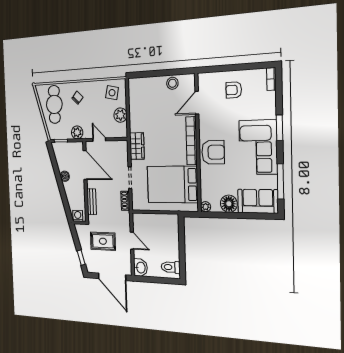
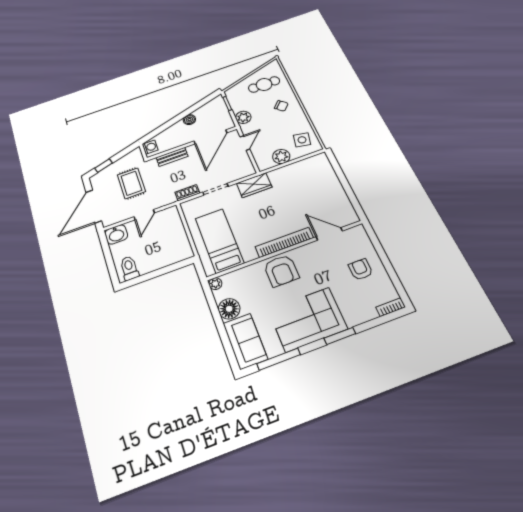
stool: (172, 83) -> (340, 200), removed
cafe table: (54, 104) -> (264, 84), width x0.73, depth x0.74
bed: (172, 184) -> (219, 240), width x0.67

